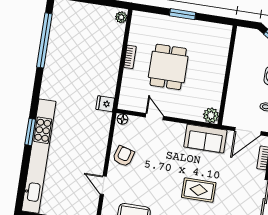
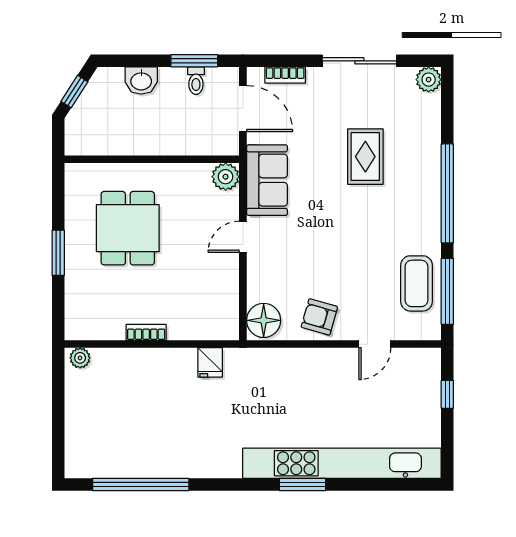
dining table: (168, 67) -> (128, 228), moved, turned 90
fridge: (105, 104) -> (210, 362), moved
door: (154, 117) -> (243, 237), moved
floor lamp: (123, 119) -> (264, 320), width x1.89, depth x1.89
rug: (199, 190) -> (365, 157), moved

